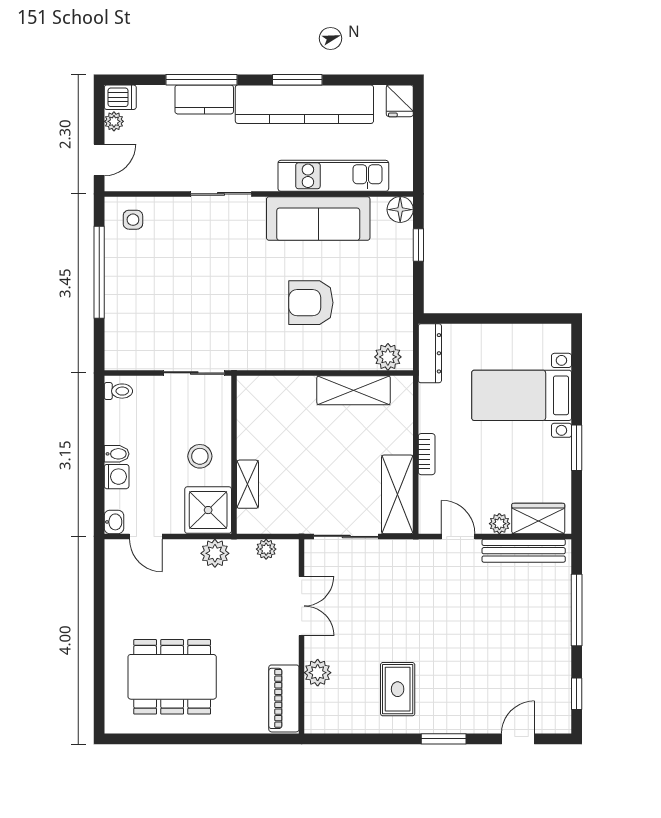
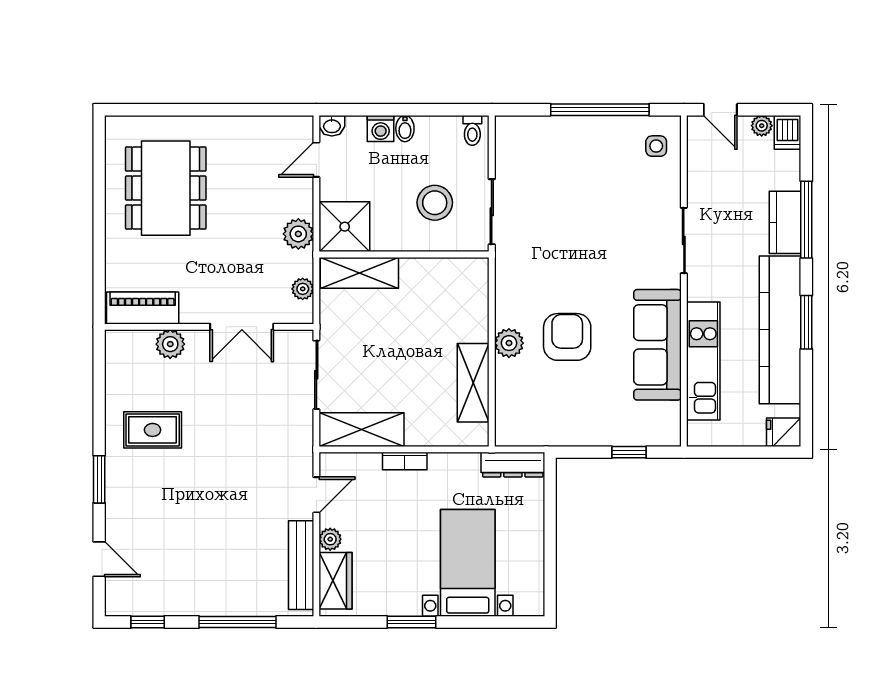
floor lamp: (400, 210) -> (667, 433), removed
plant: (388, 357) -> (509, 343), moved
stool: (200, 456) -> (435, 203), moved, width x1.38, depth x1.38
shelving: (248, 484) -> (359, 273), width x1.50, depth x1.33

